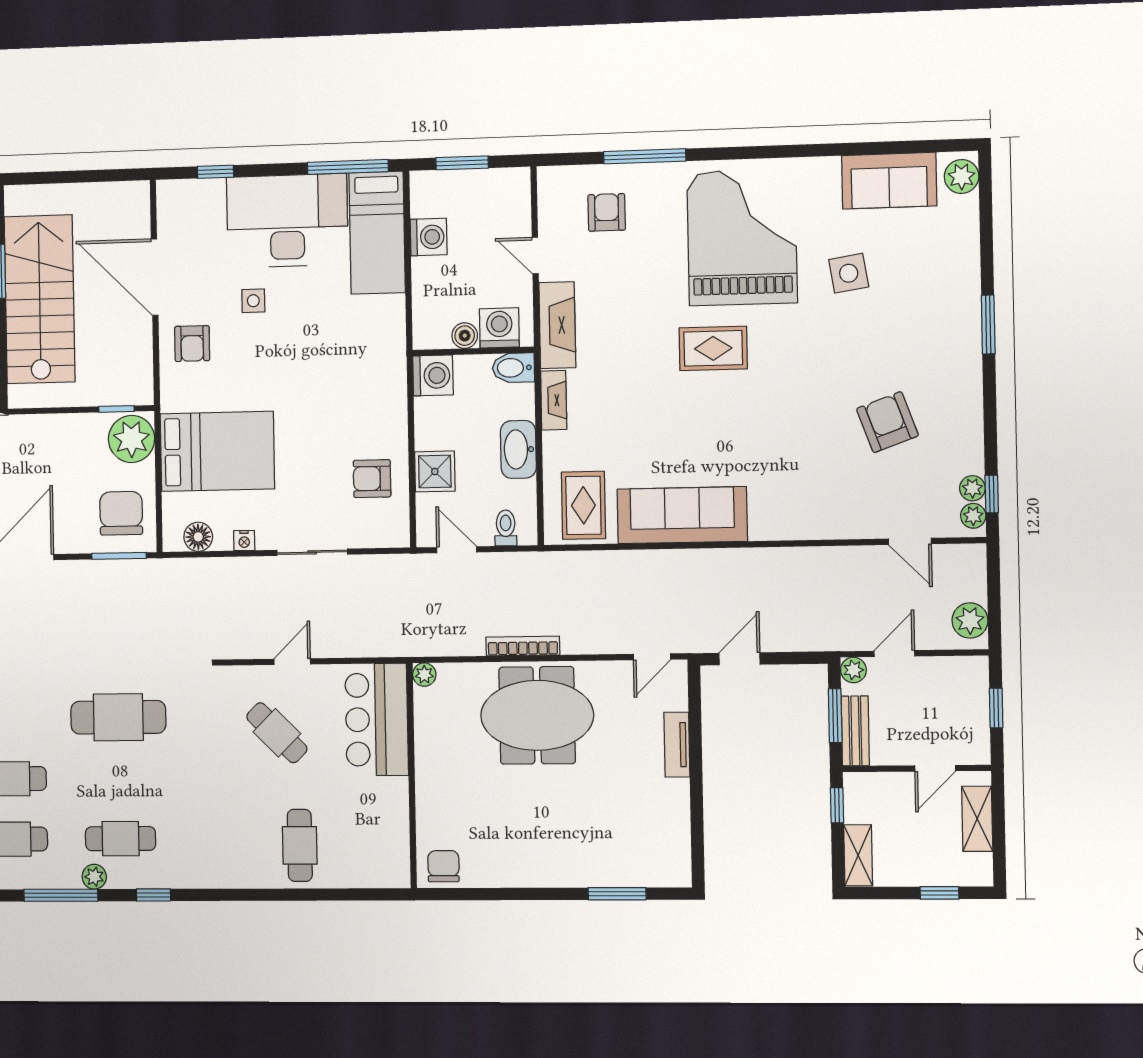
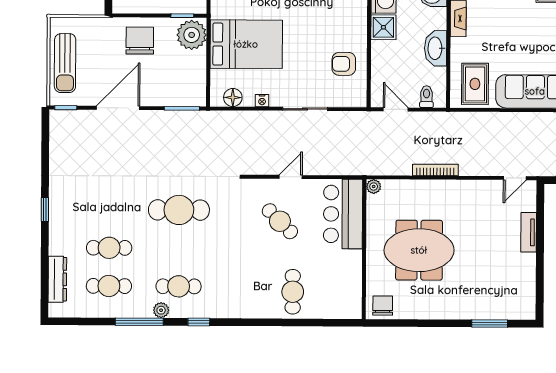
shower: (435, 471) -> (383, 27), moved
chair: (121, 513) -> (140, 41), moved
meeting table: (537, 715) -> (419, 250), moved

